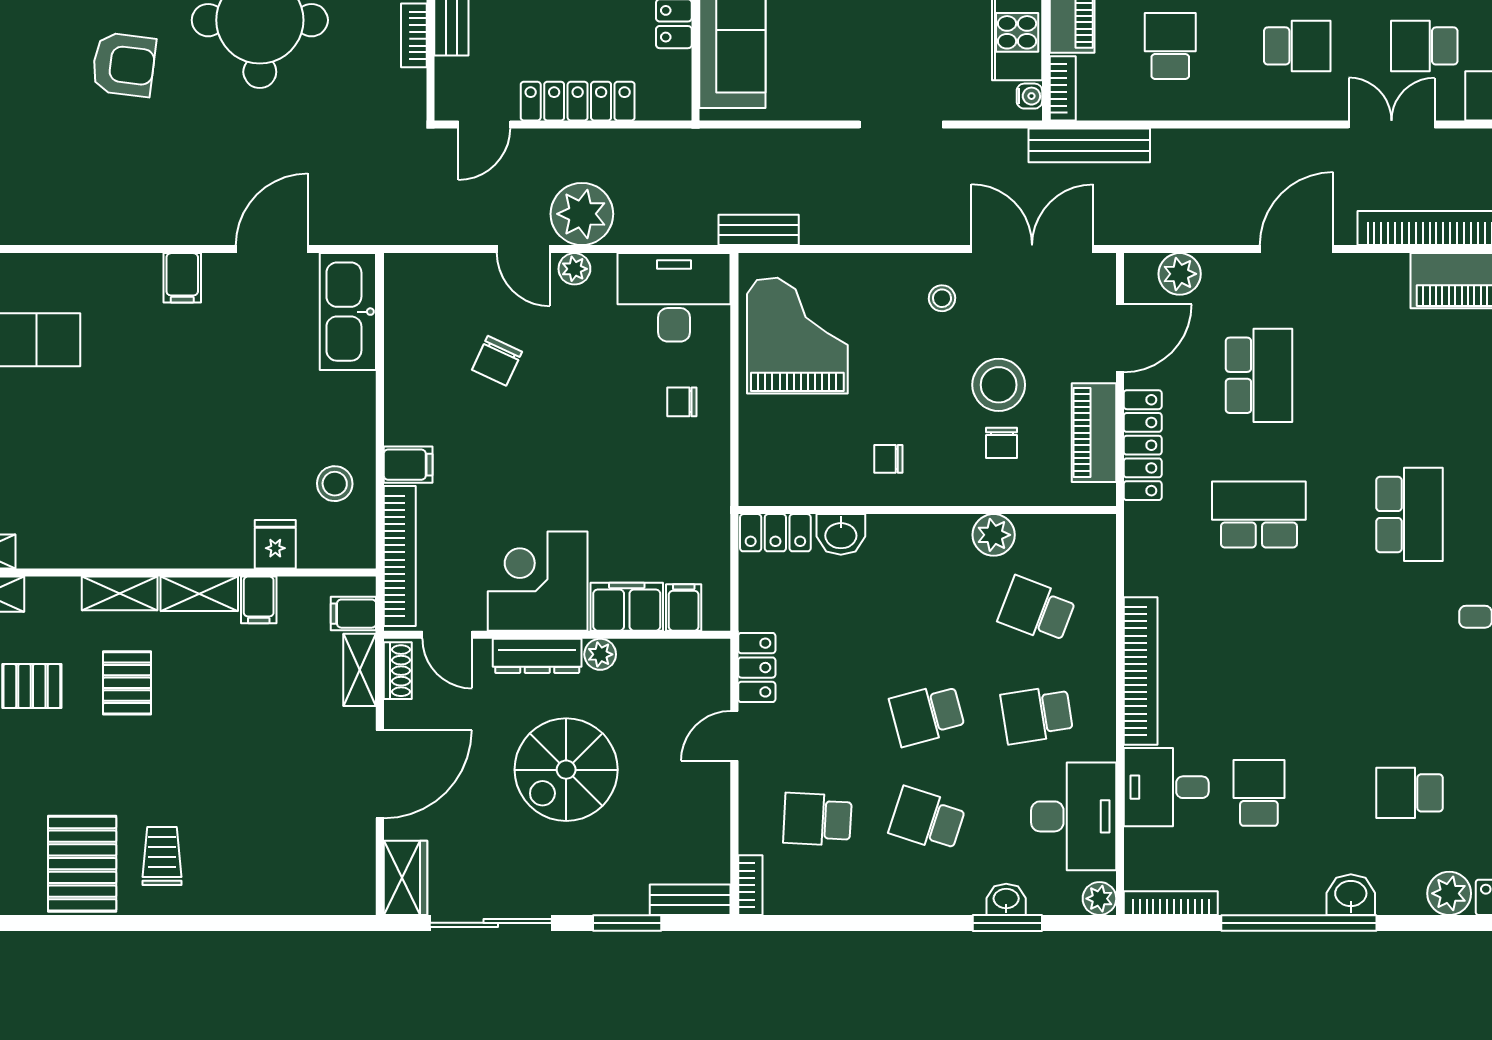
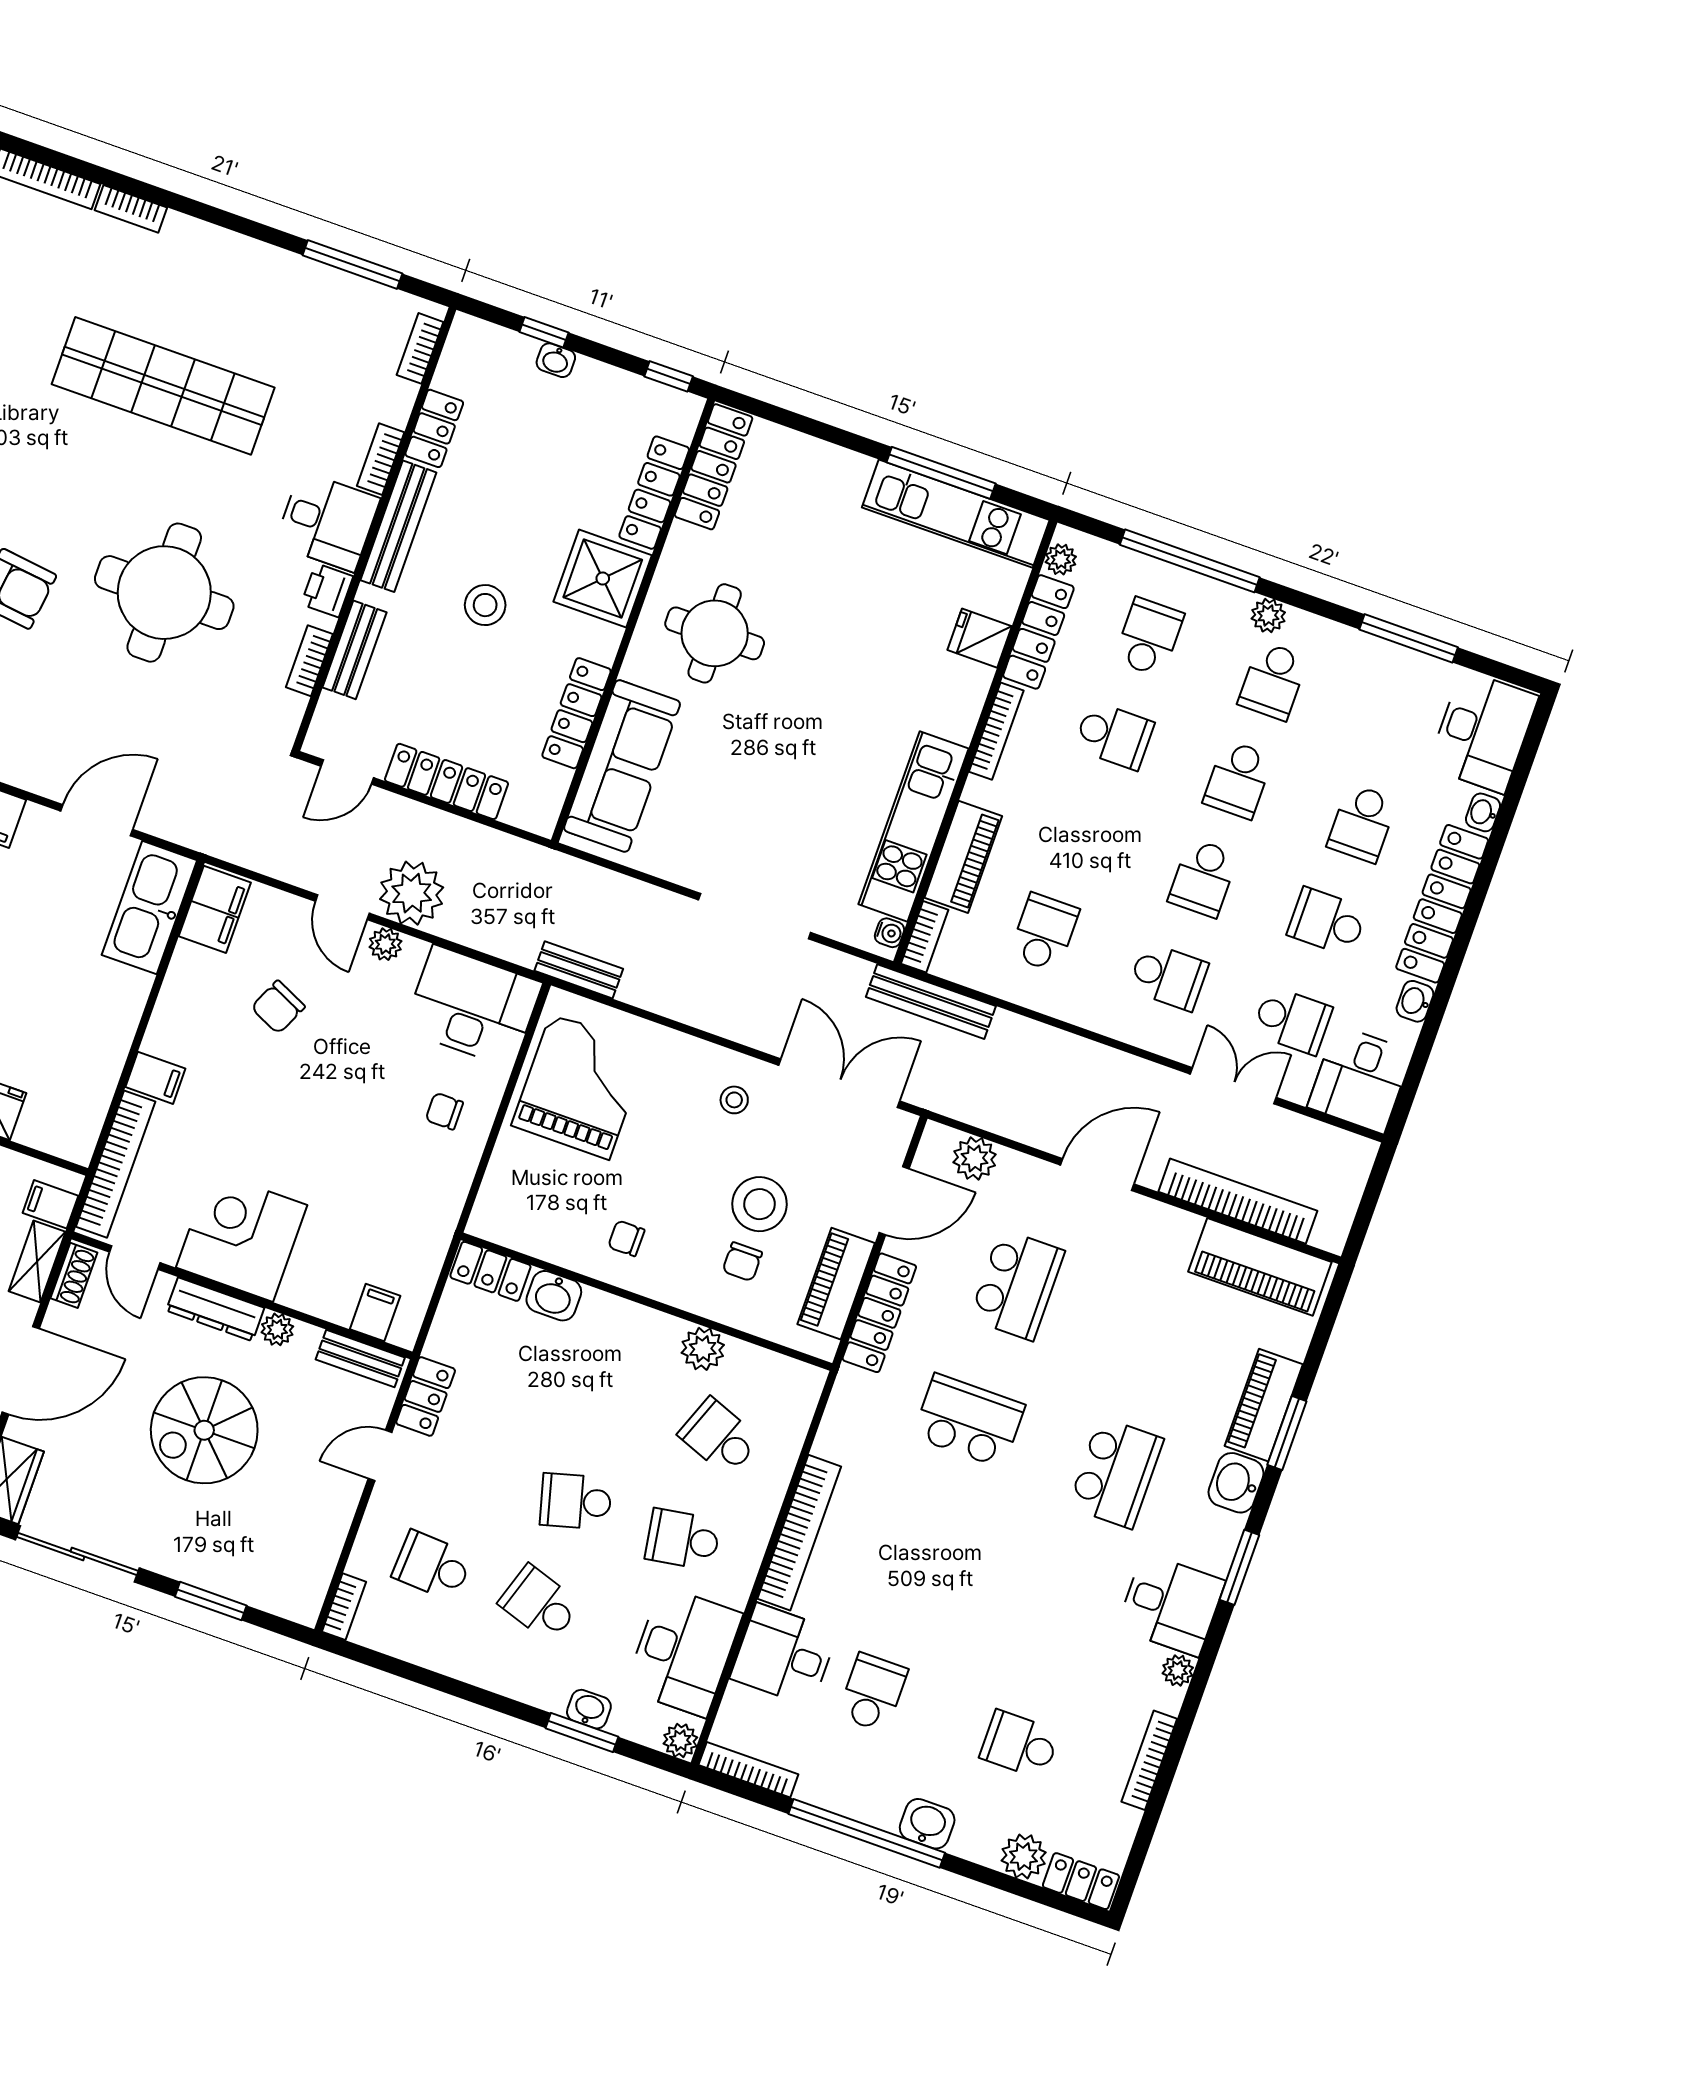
school desk: (1424, 46) -> (1292, 1020), turned 180
doorway: (901, 124) -> (754, 916), width x1.36
stool: (335, 484) -> (77, 1071), removed
filing cabinet: (627, 607) -> (215, 909), moved, turned 90
bench: (690, 900) -> (360, 1358), moved

